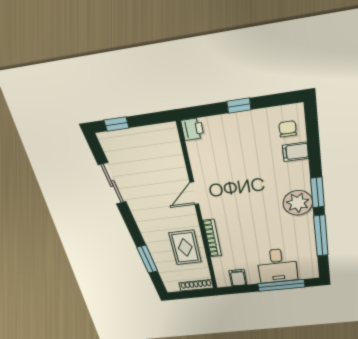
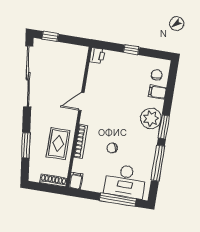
sliding door: (112, 184) -> (28, 76), width x1.86
plant: (298, 203) -> (151, 119), moved
chair: (255, 235) -> (112, 148), added
desk: (277, 266) -> (125, 181), width x1.37
filing cabinet: (238, 278) -> (76, 181), moved

